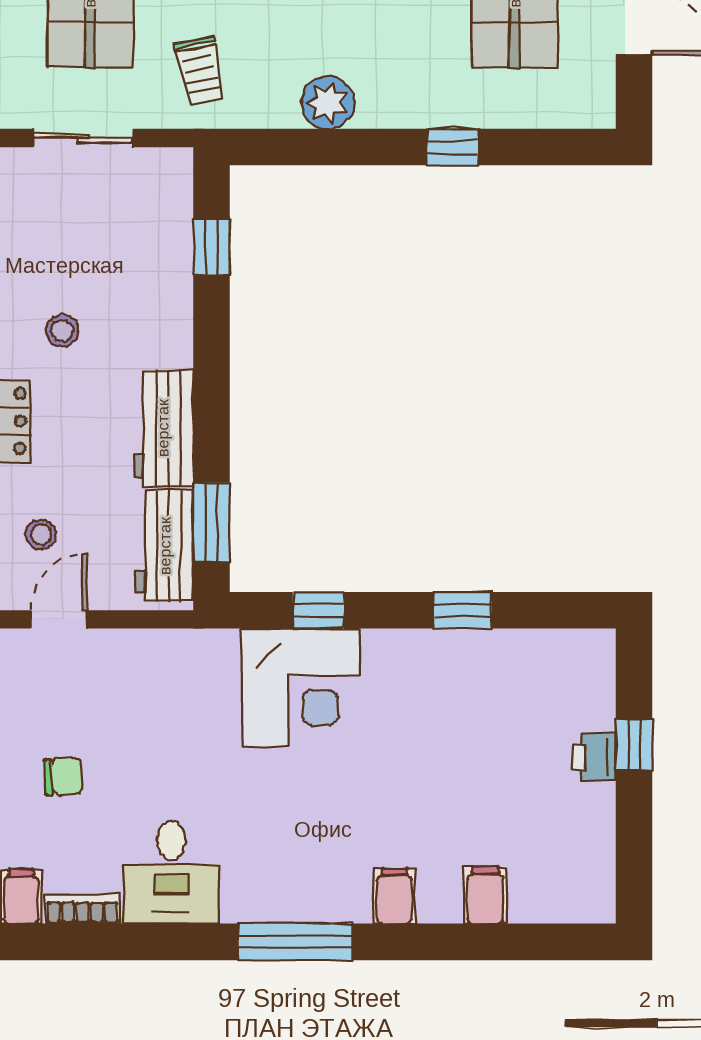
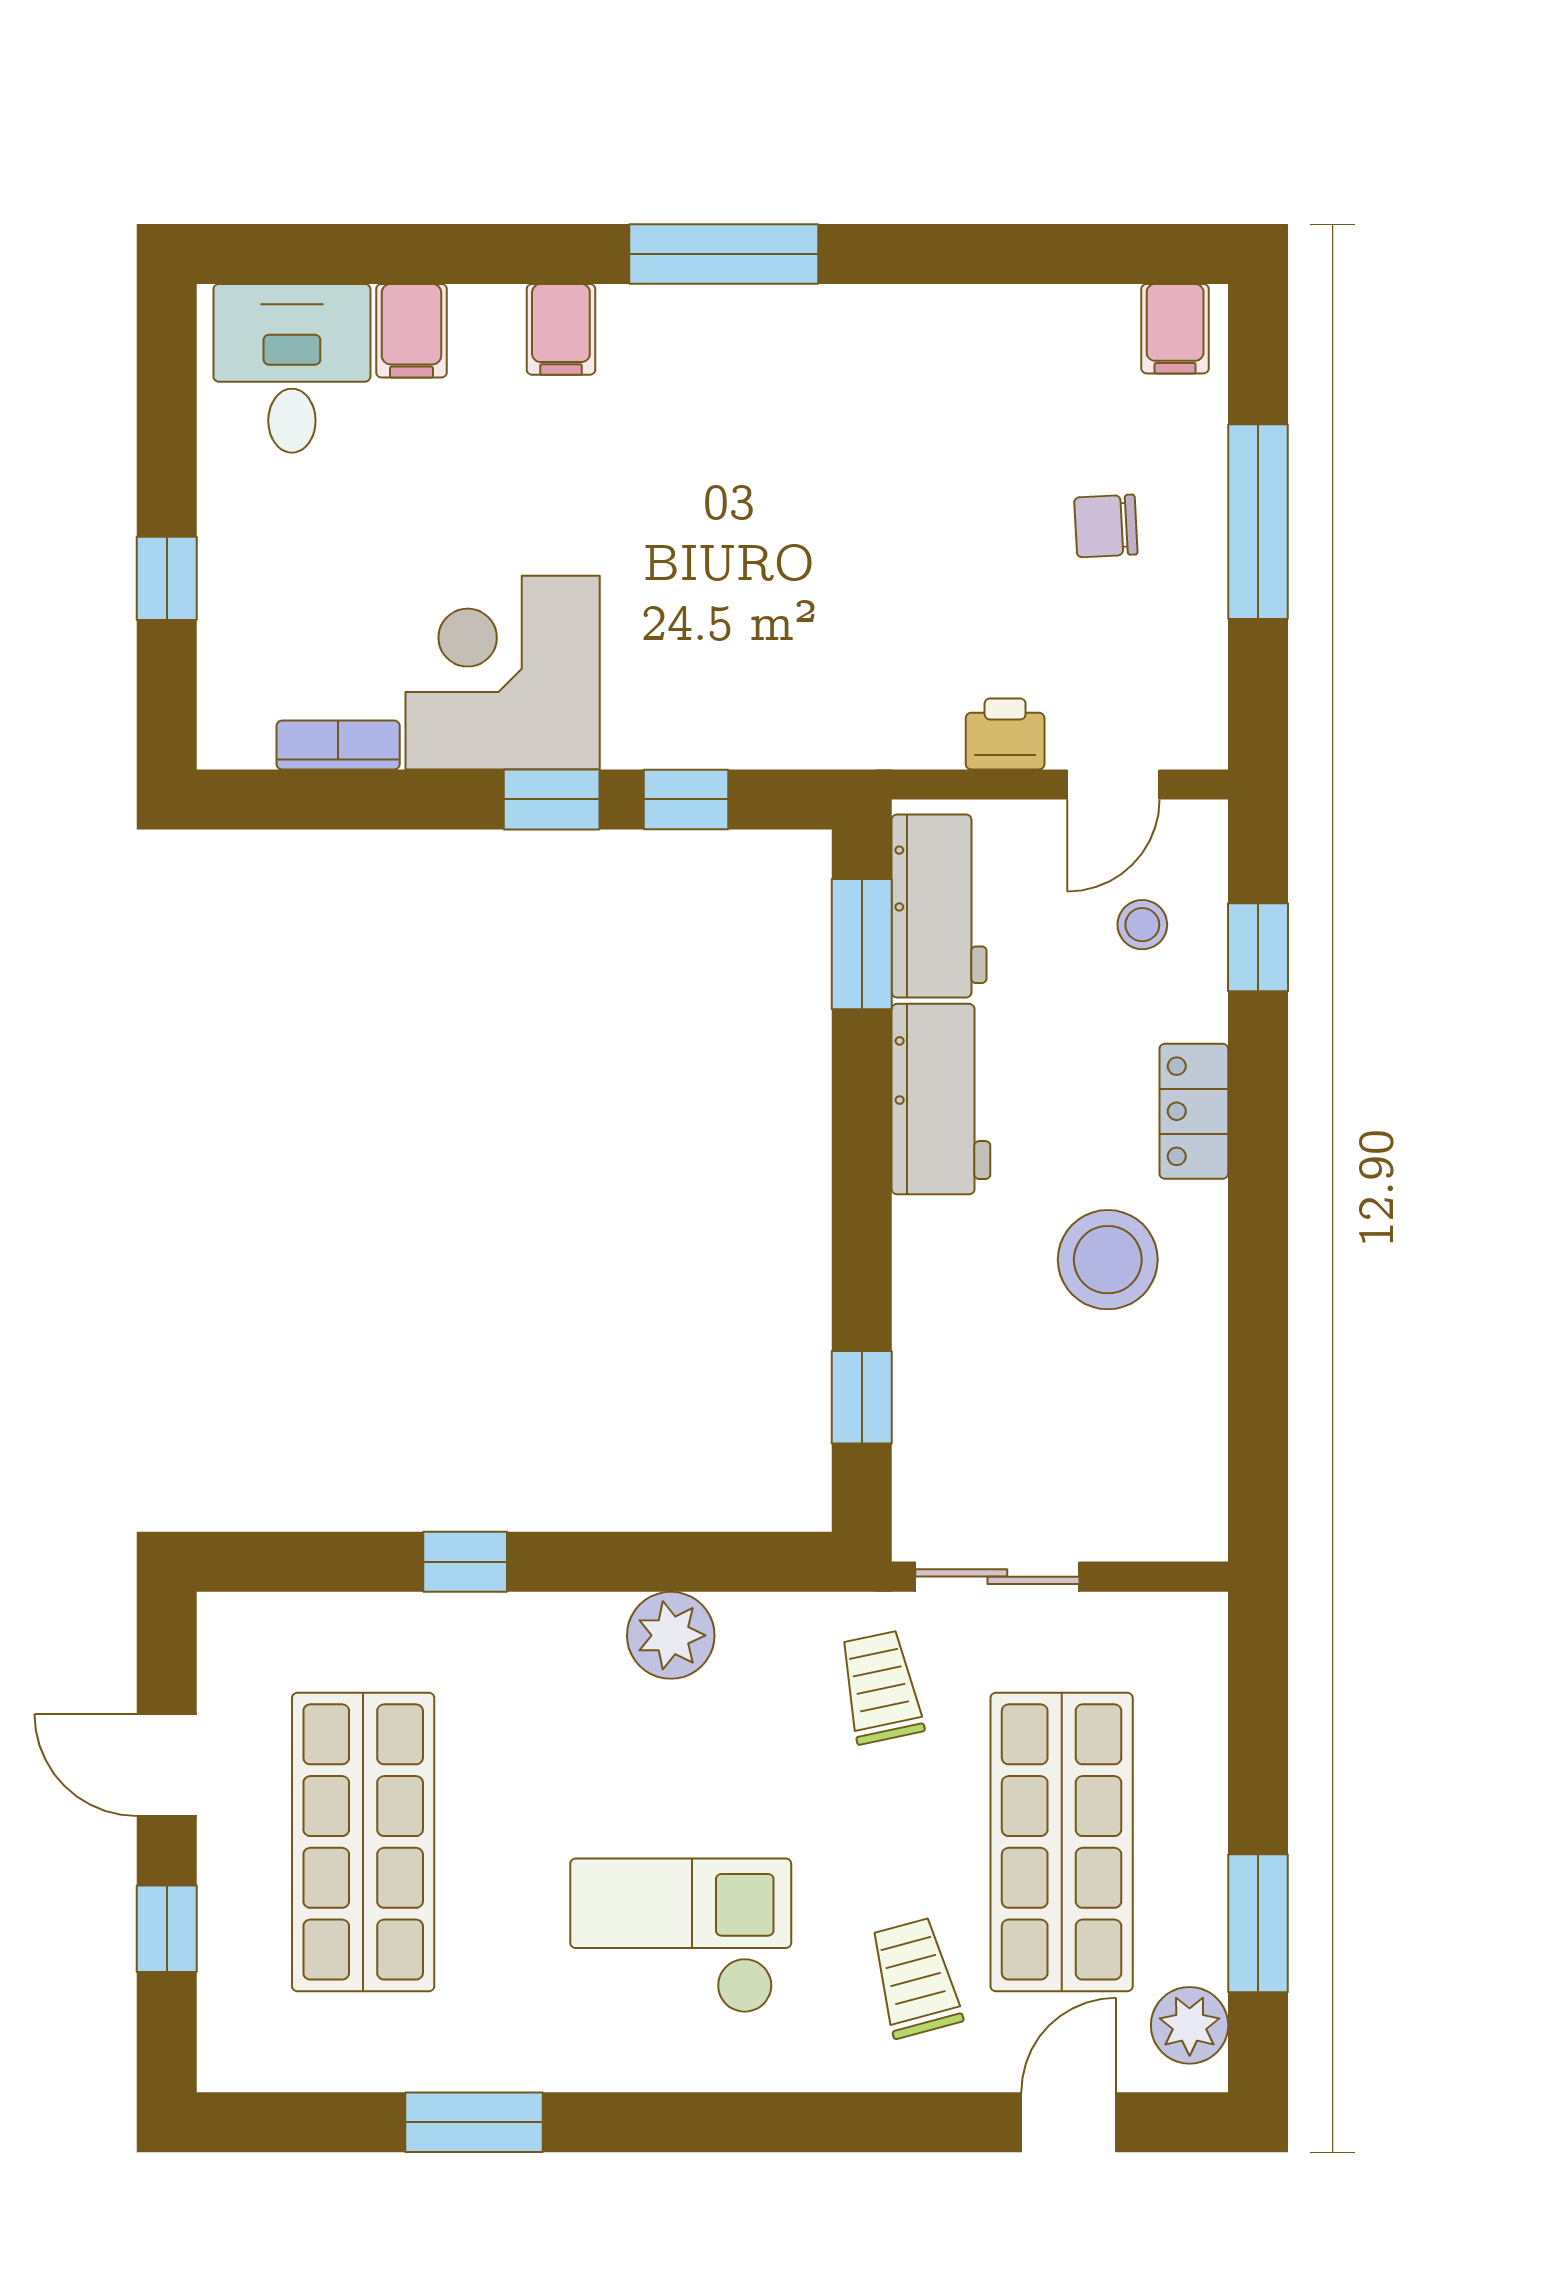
sliding door: (83, 138) -> (997, 1577), moved
stool: (62, 331) -> (1108, 1260), width x1.89, depth x1.89
window: (463, 610) -> (552, 799), moved
corner desk: (300, 687) -> (503, 673), moved
printer: (594, 757) -> (1005, 734), moved, turned -90
desk: (171, 872) -> (292, 368), moved
bookcase: (83, 909) -> (338, 745), moved, turned 180

